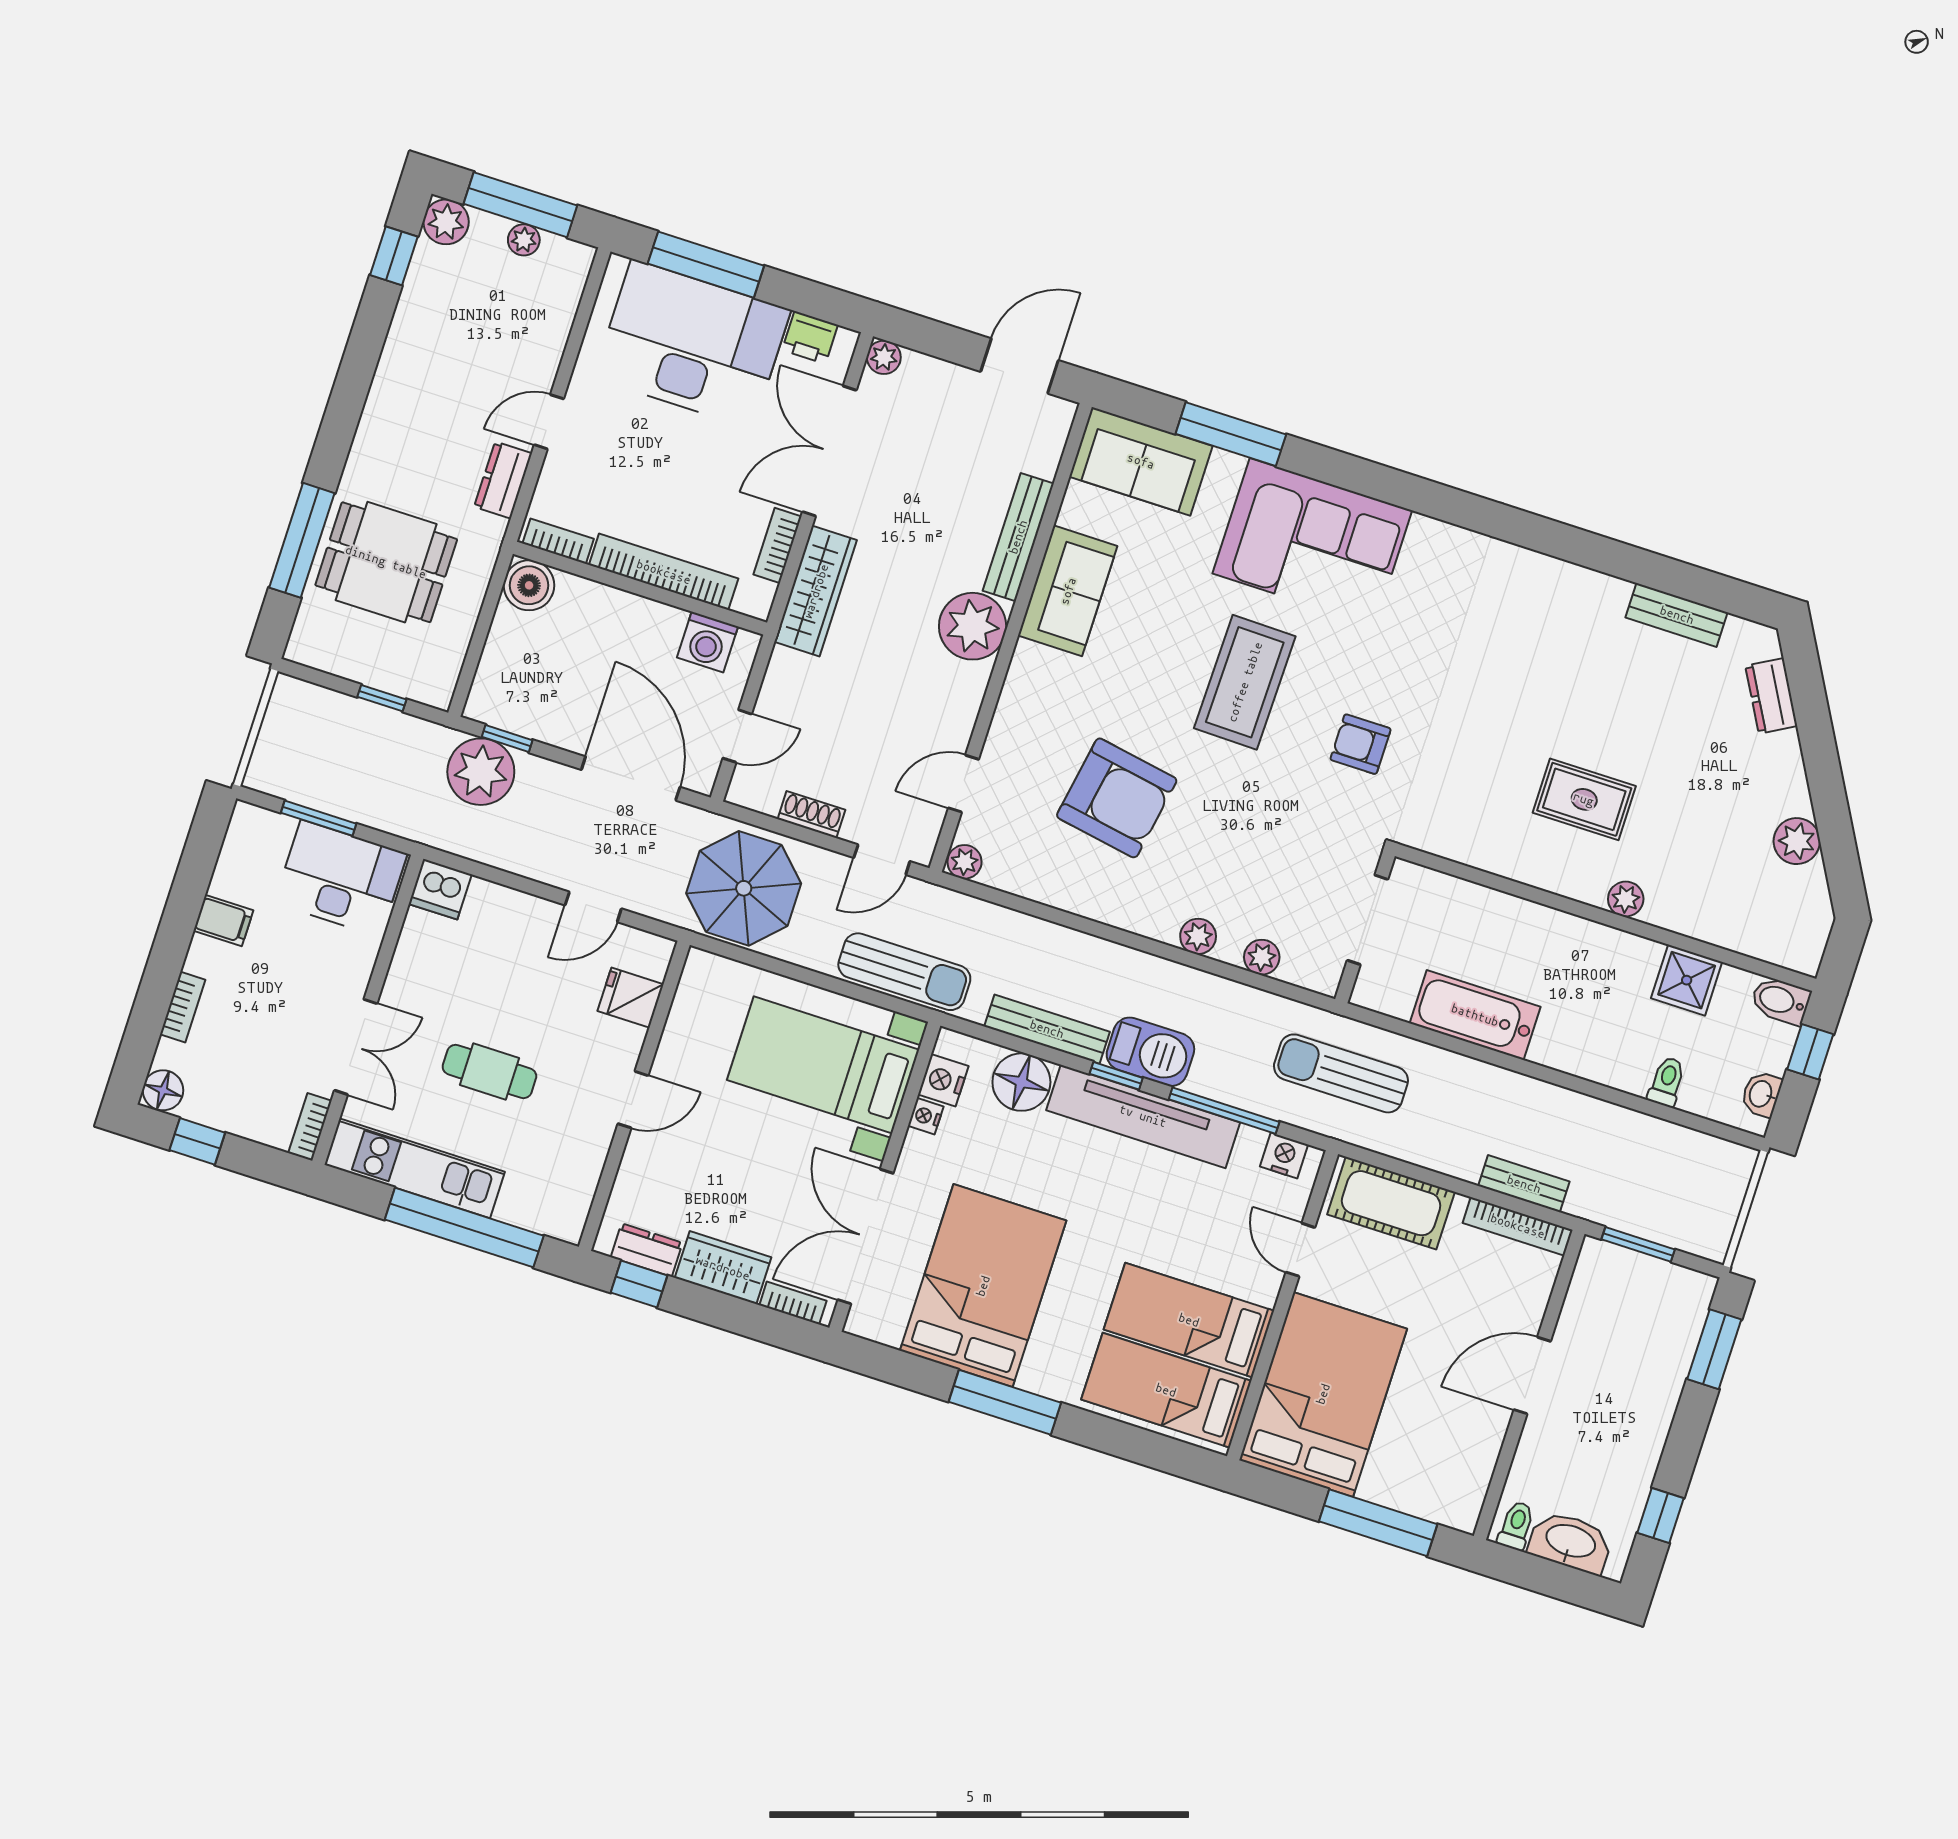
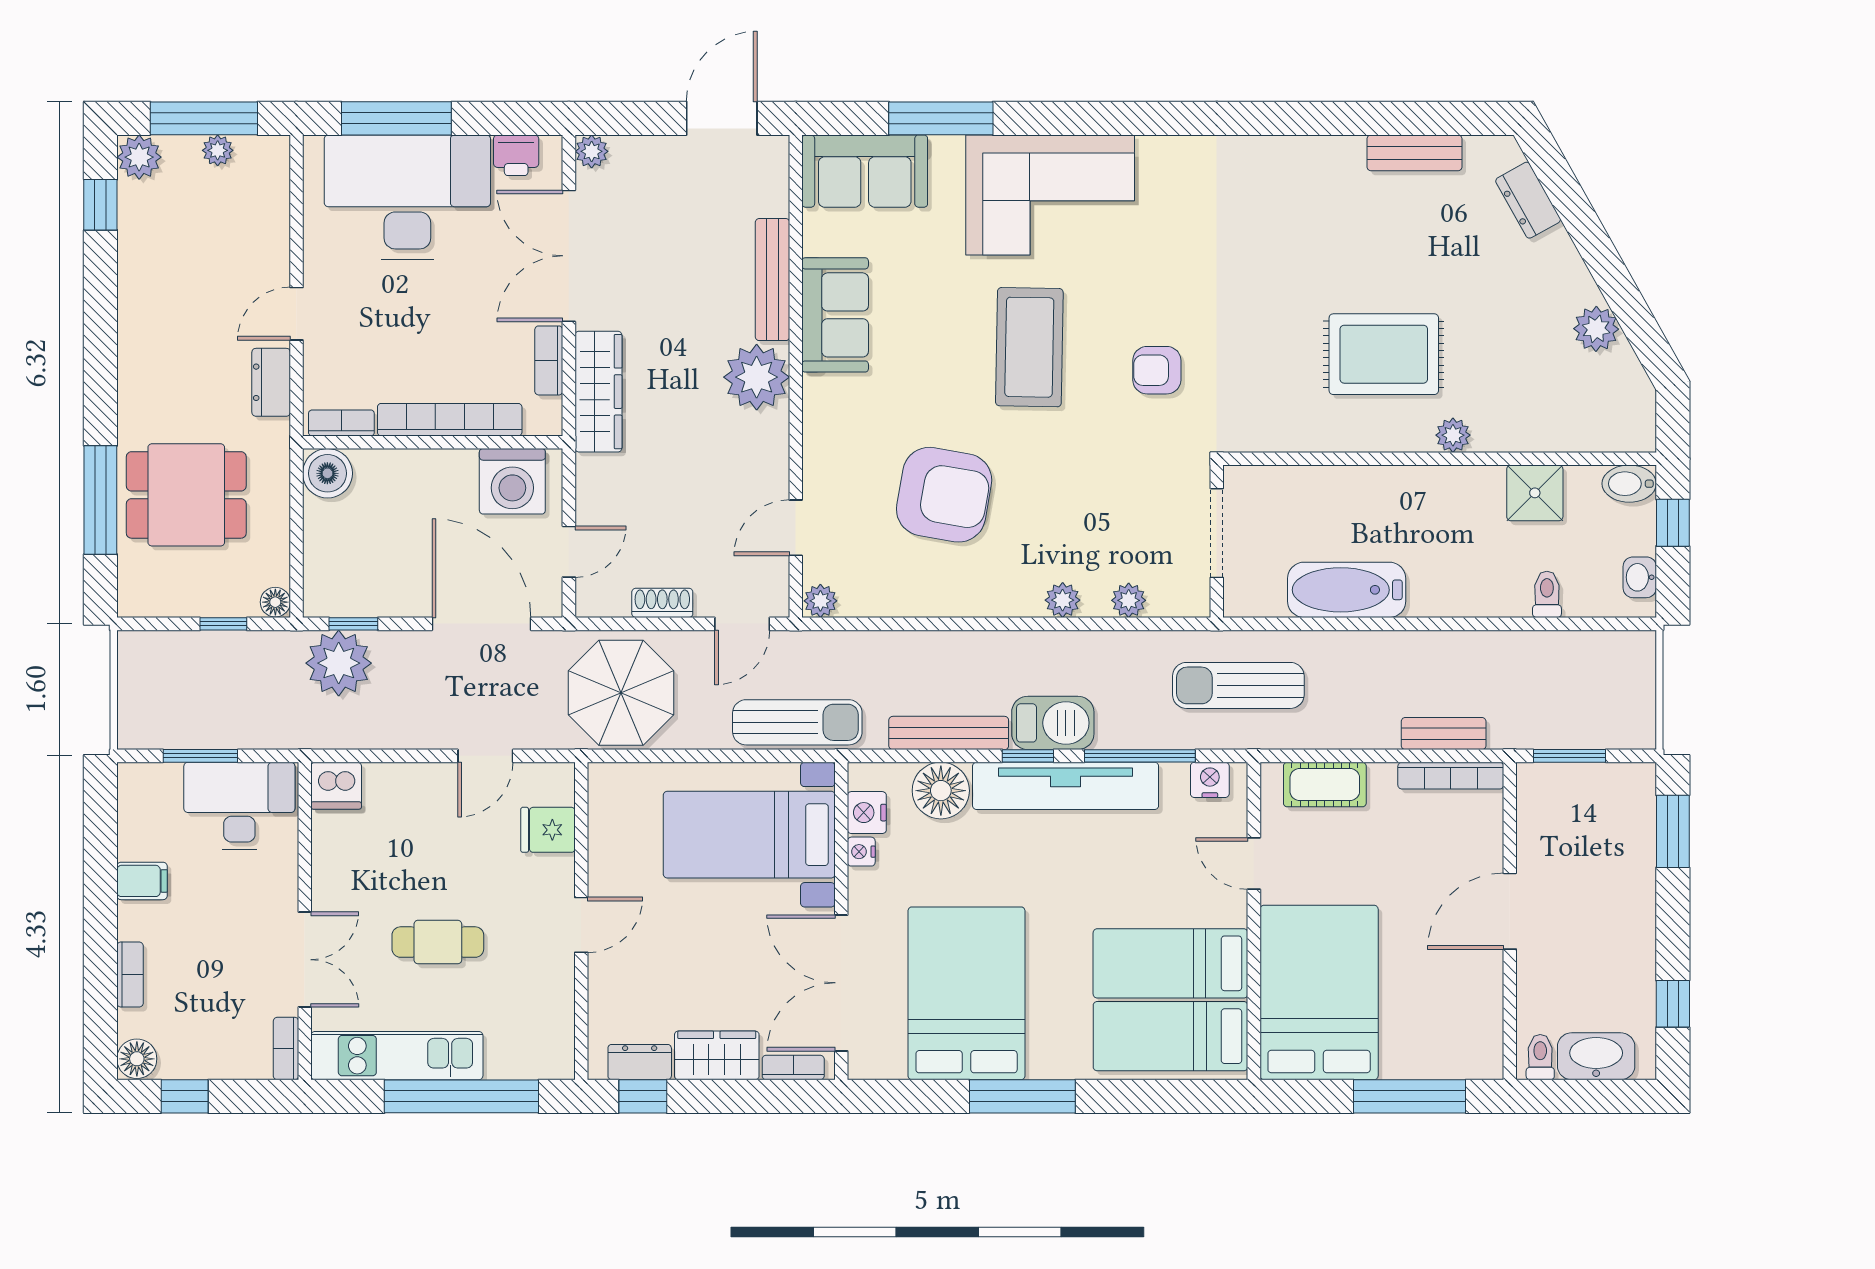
washing machine: (708, 642) -> (512, 481), width x1.37, depth x1.37
floor lamp: (439, 693) -> (275, 602), added
rug: (1584, 799) -> (1384, 354), width x1.36, depth x1.43
cot: (1391, 1203) -> (1325, 785), width x0.73, depth x0.75

